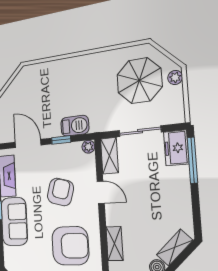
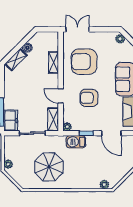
plant: (33, 70) -> (104, 185), added
parasol: (139, 81) -> (49, 167), moved
armchair: (60, 192) -> (89, 98), turned 74

